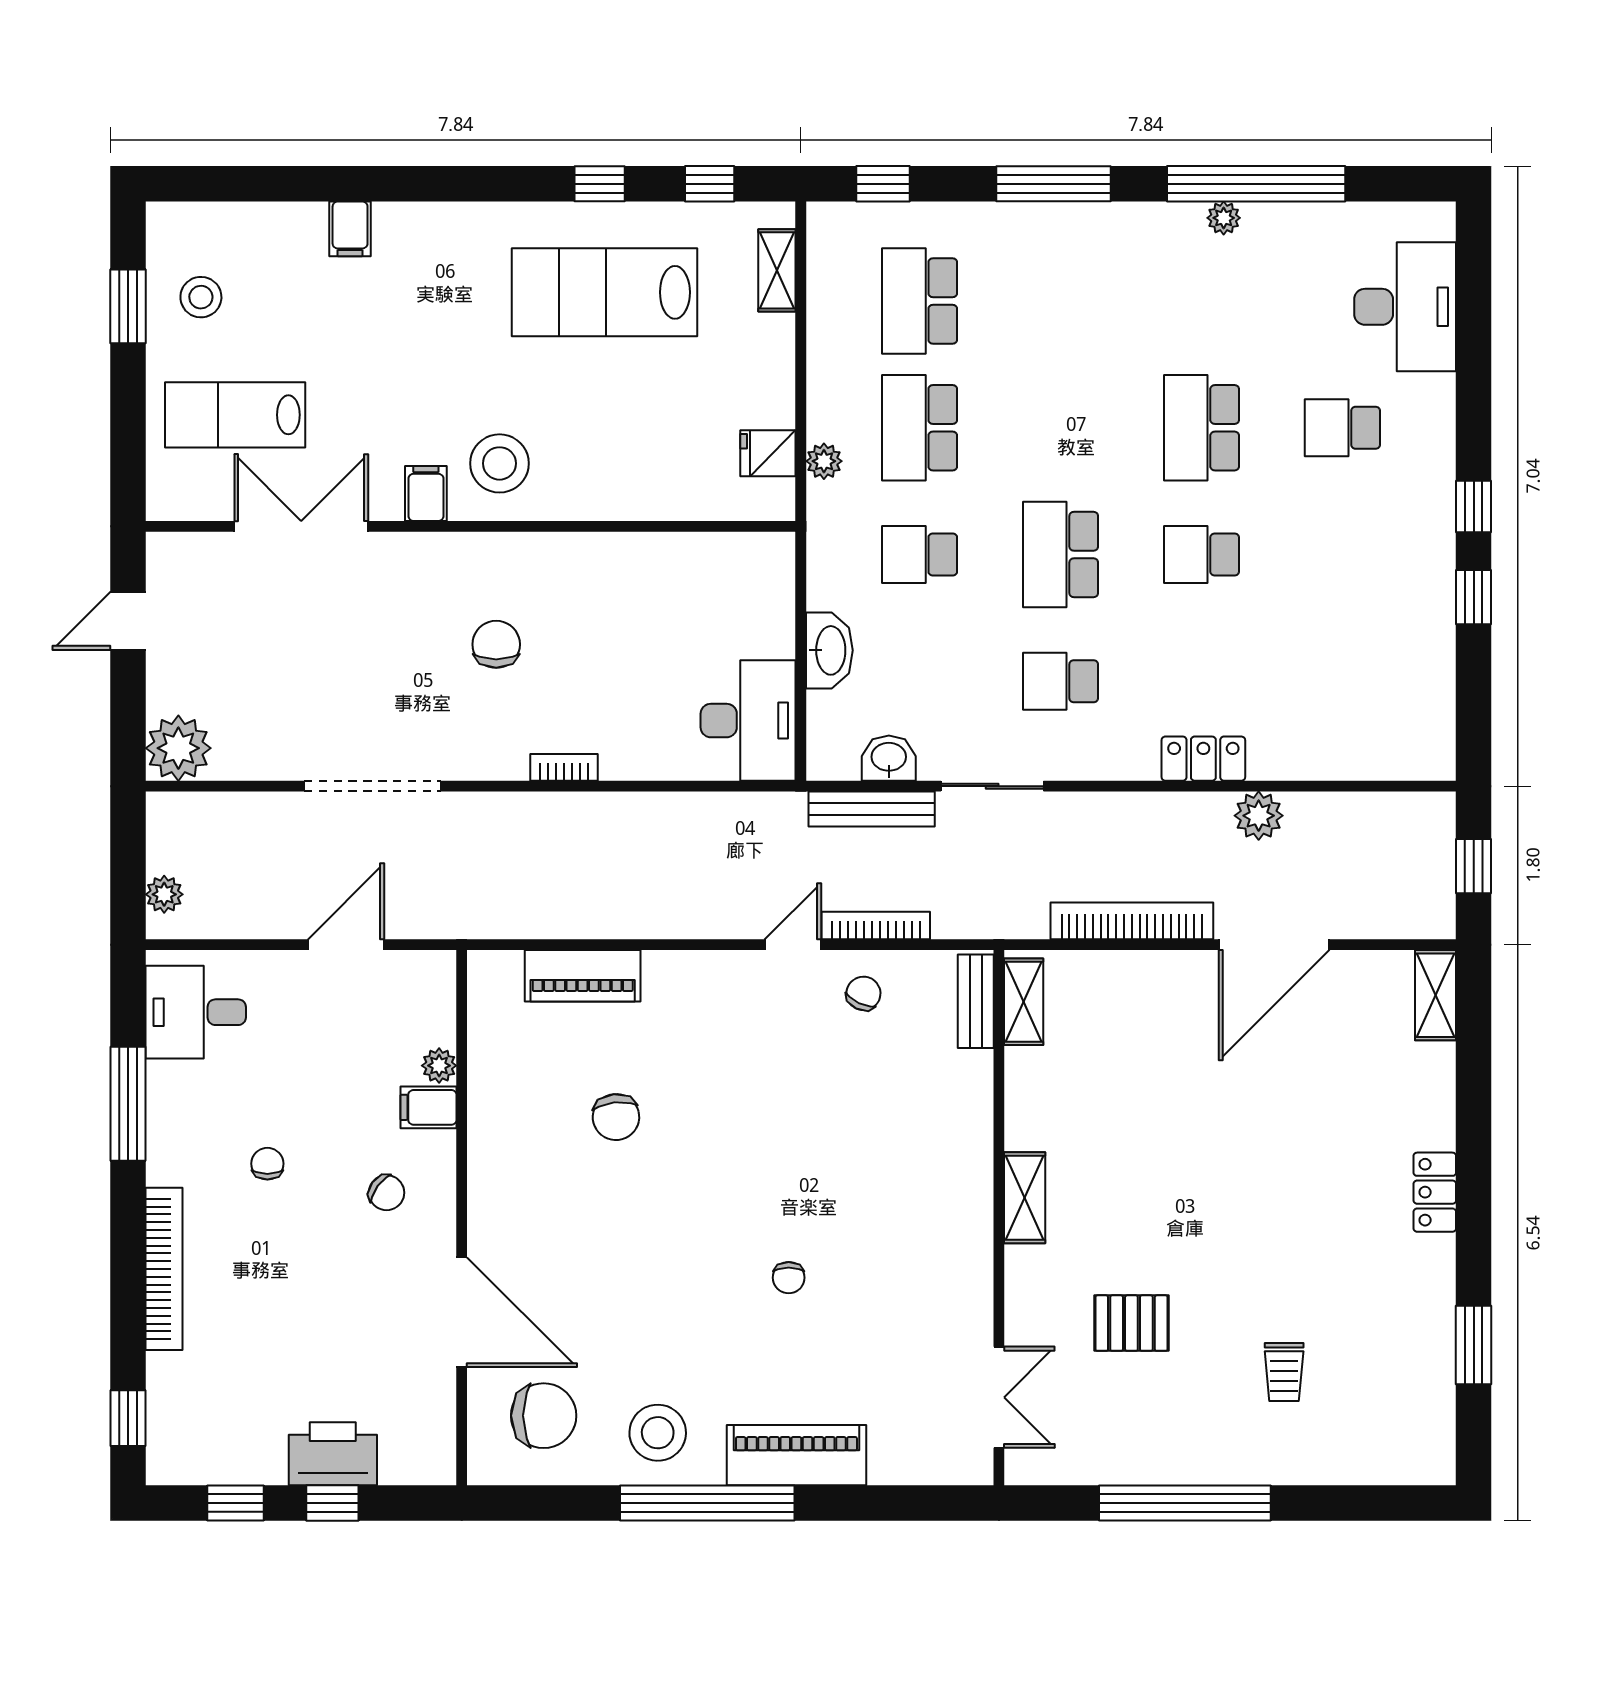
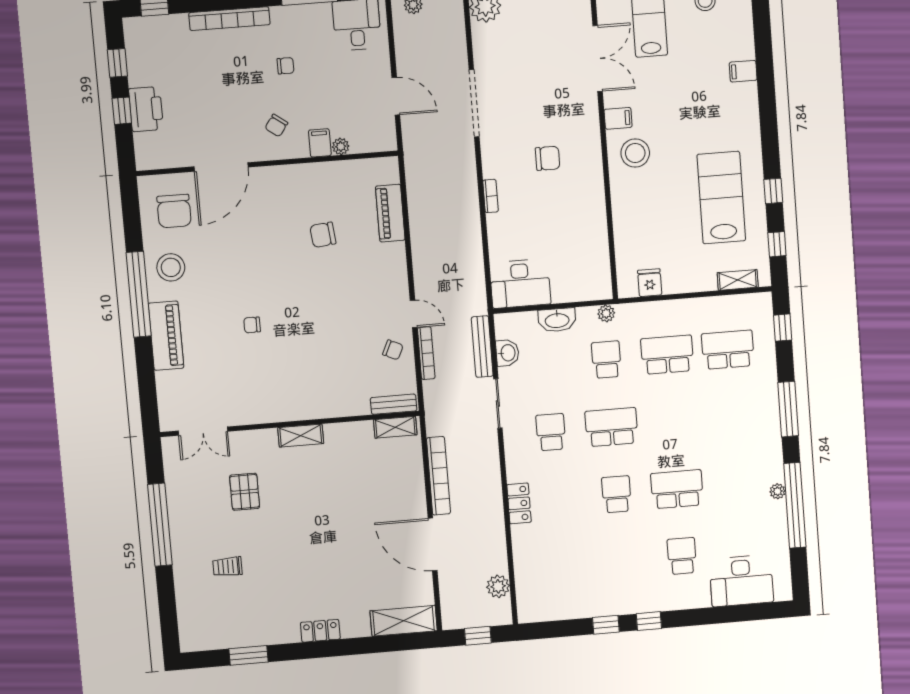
plant: (824, 461) -> (606, 313), moved
plant: (1259, 816) -> (498, 586), moved
shelving: (1436, 995) -> (404, 621), width x1.50, depth x1.33

